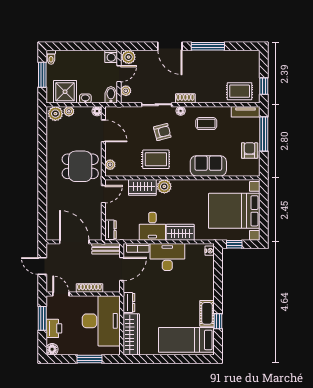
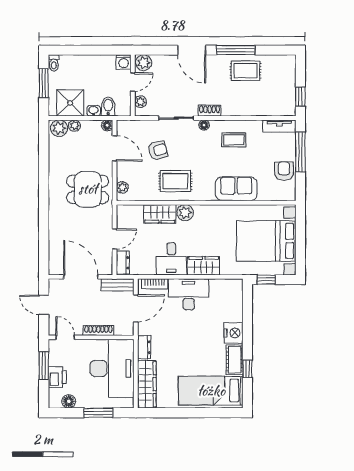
rug: (240, 91) -> (246, 71), moved
bidet: (111, 95) -> (108, 106), moved
armchair: (162, 132) -> (158, 150), moved
door: (103, 194) -> (115, 239), moved
nightstand: (210, 251) -> (233, 333), moved, width x1.89, depth x1.79
floor lamp: (52, 349) -> (69, 401), moved

